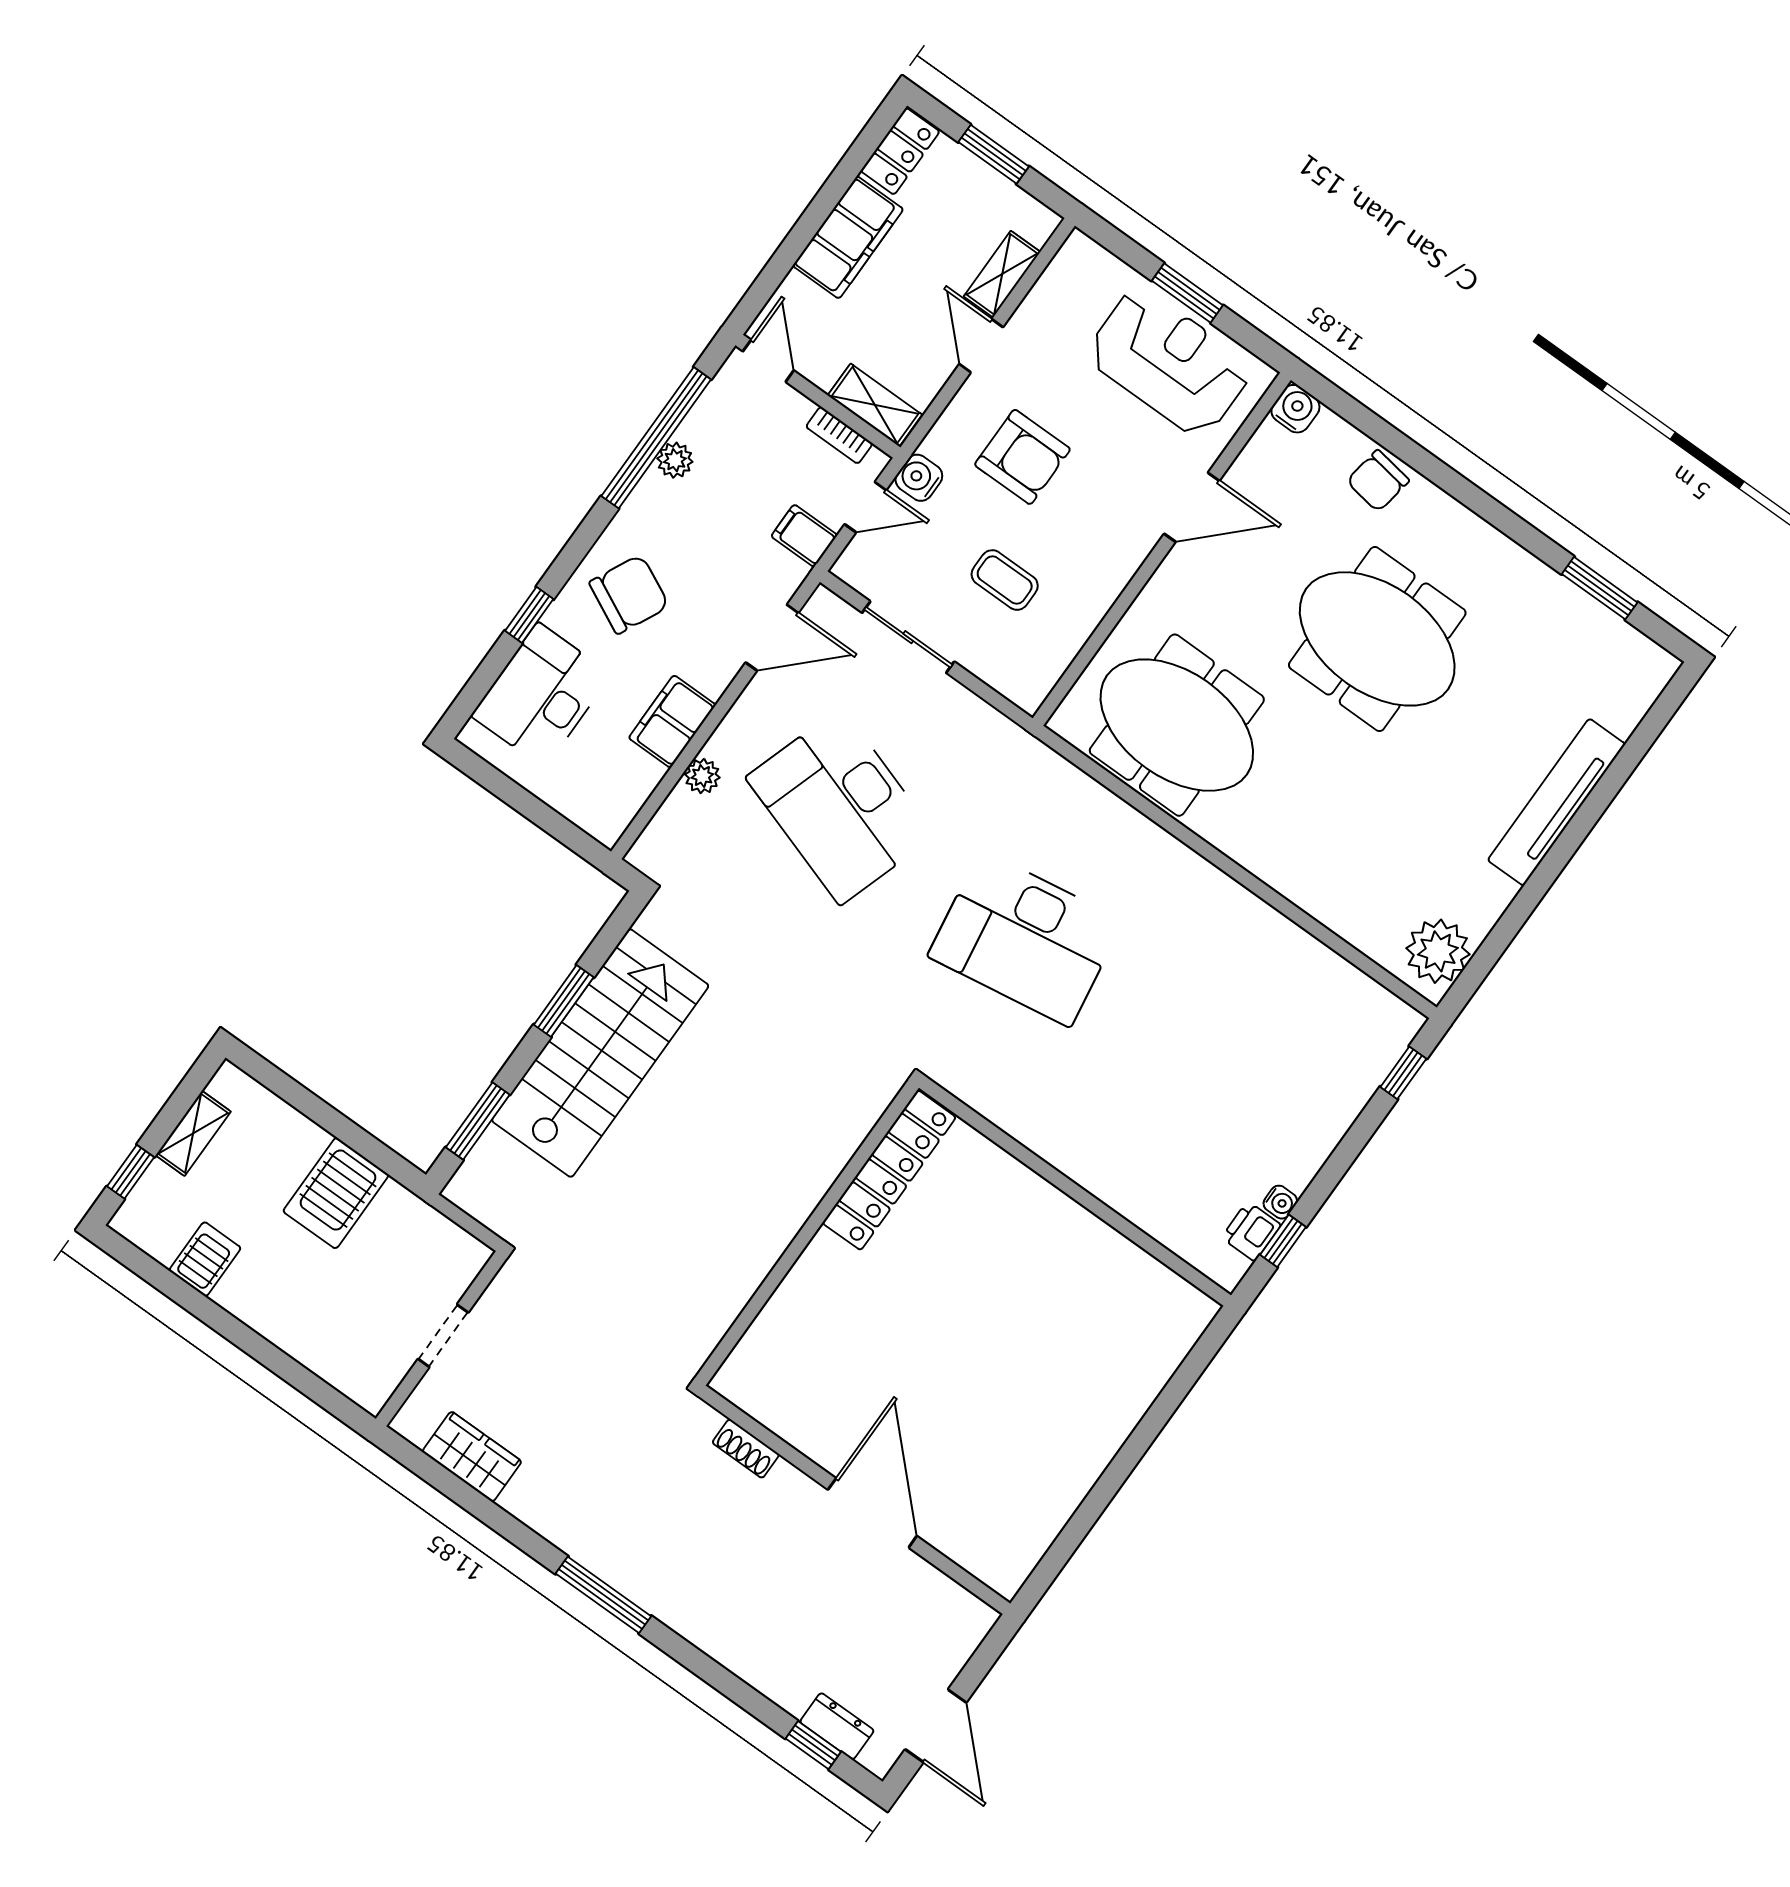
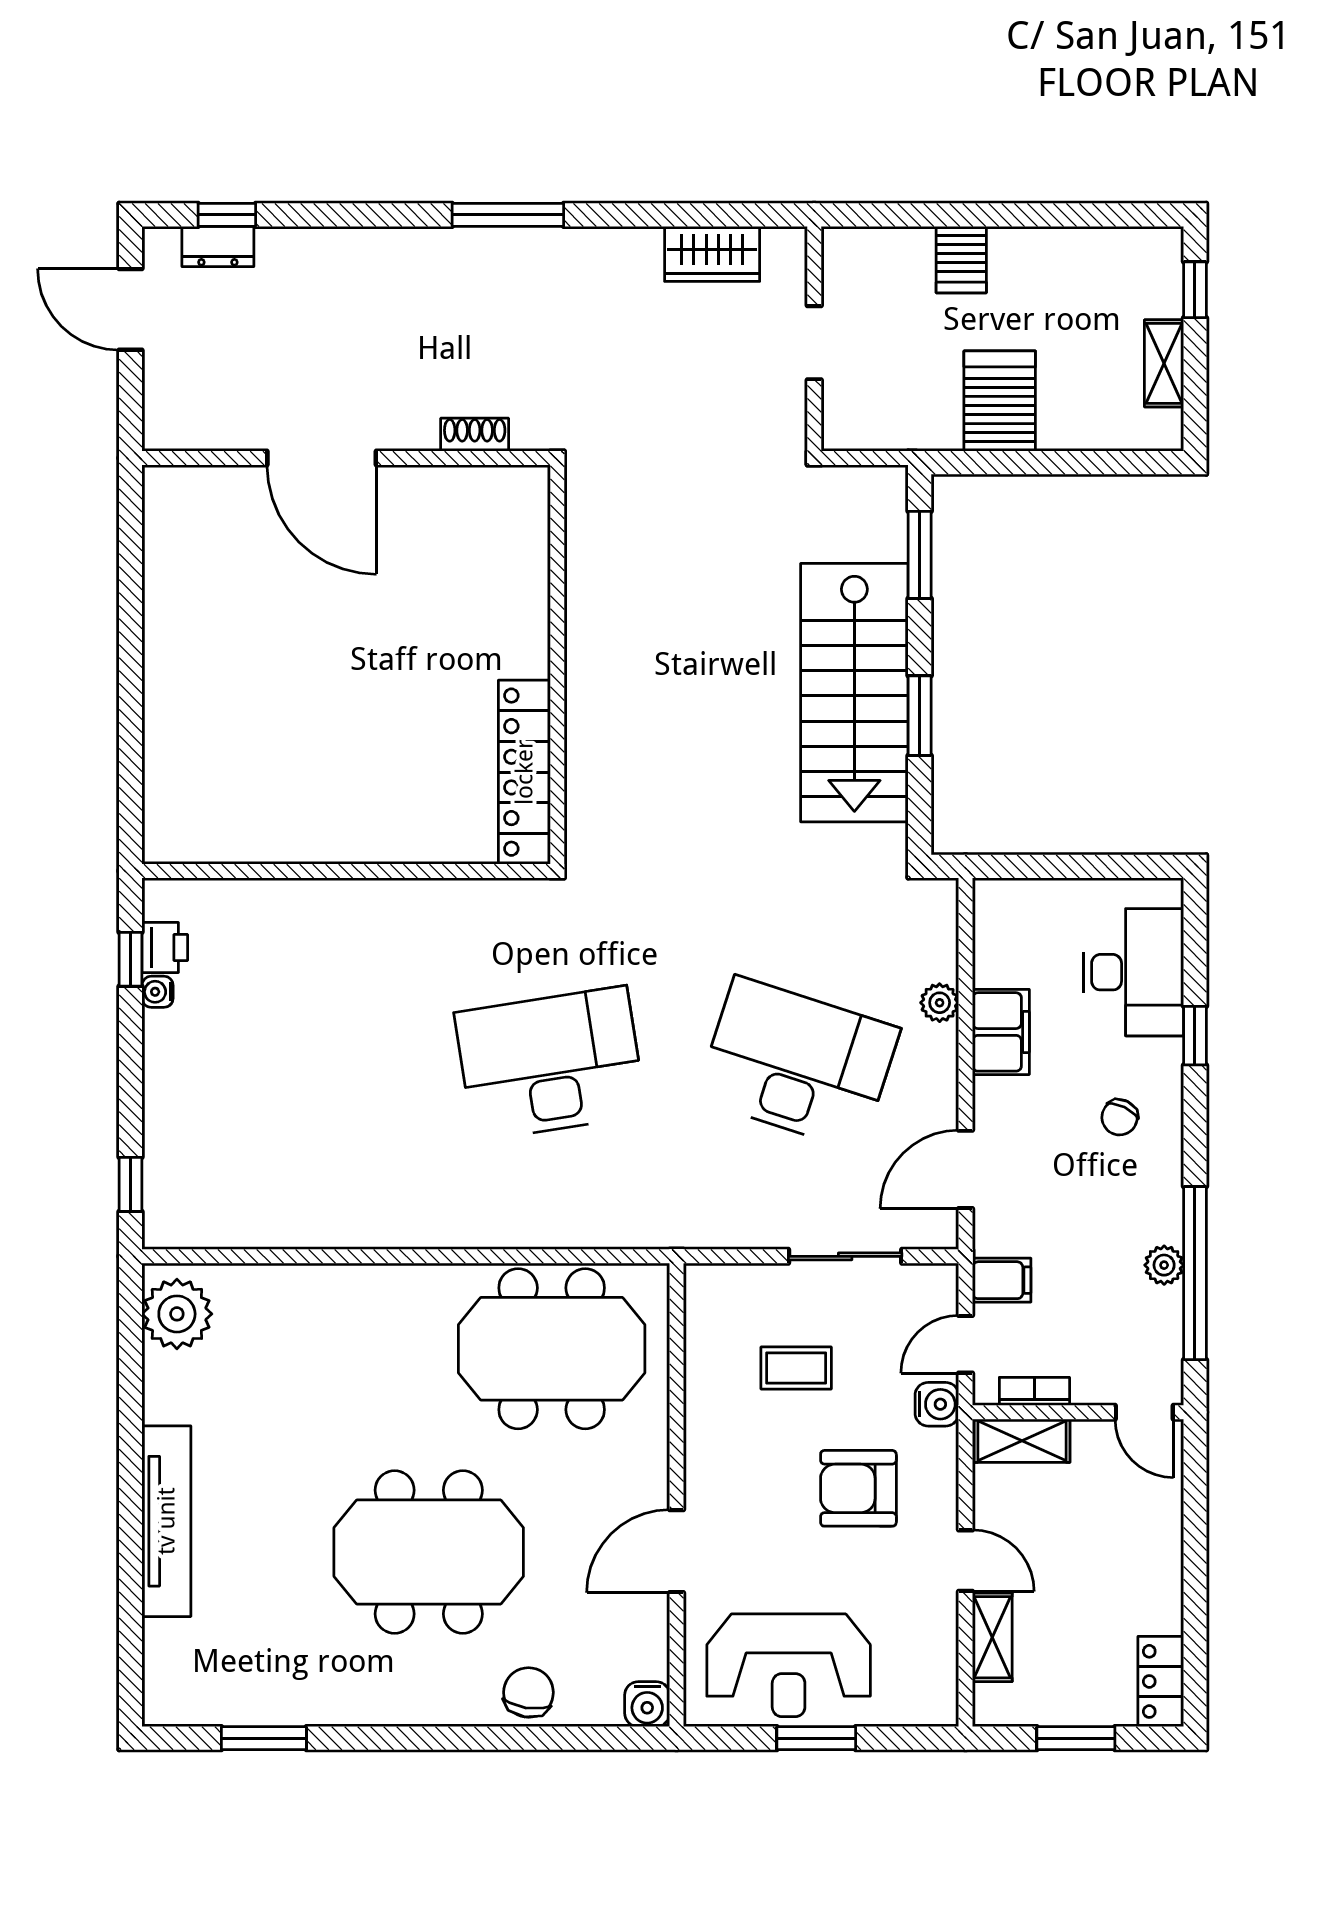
filing cabinet: (848, 237) -> (1152, 1572), removed
chair: (629, 594) -> (1120, 1117), width x0.54, depth x0.54
server rack: (205, 1259) -> (961, 260), moved

